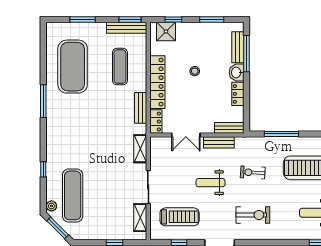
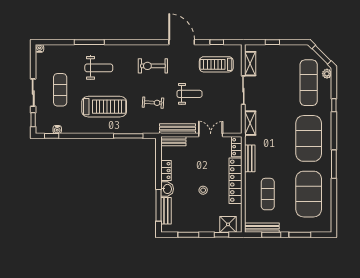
window: (130, 19) -> (271, 235), moved
exercise mat: (73, 131) -> (309, 138), added
bench: (219, 142) -> (177, 129), width x1.36

